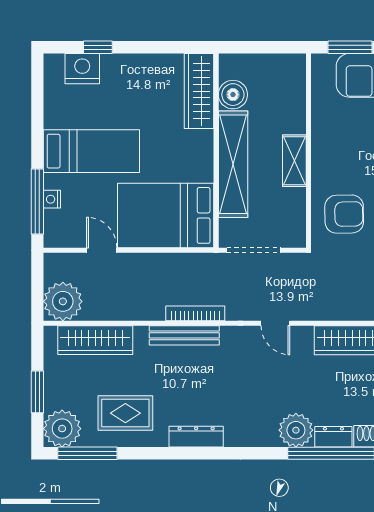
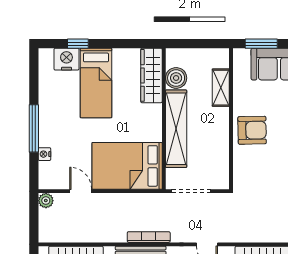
bed: (91, 151) -> (96, 83), moved, turned 90
shelving: (294, 161) -> (221, 88), moved
window: (37, 201) -> (34, 128), moved
armchair: (344, 214) -> (252, 130), moved
plant: (63, 301) -> (46, 201), moved, width x0.53, depth x0.53

